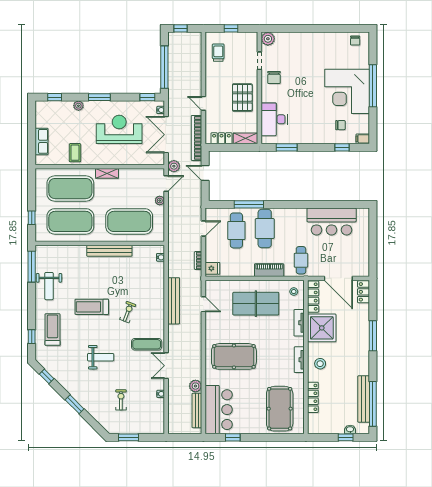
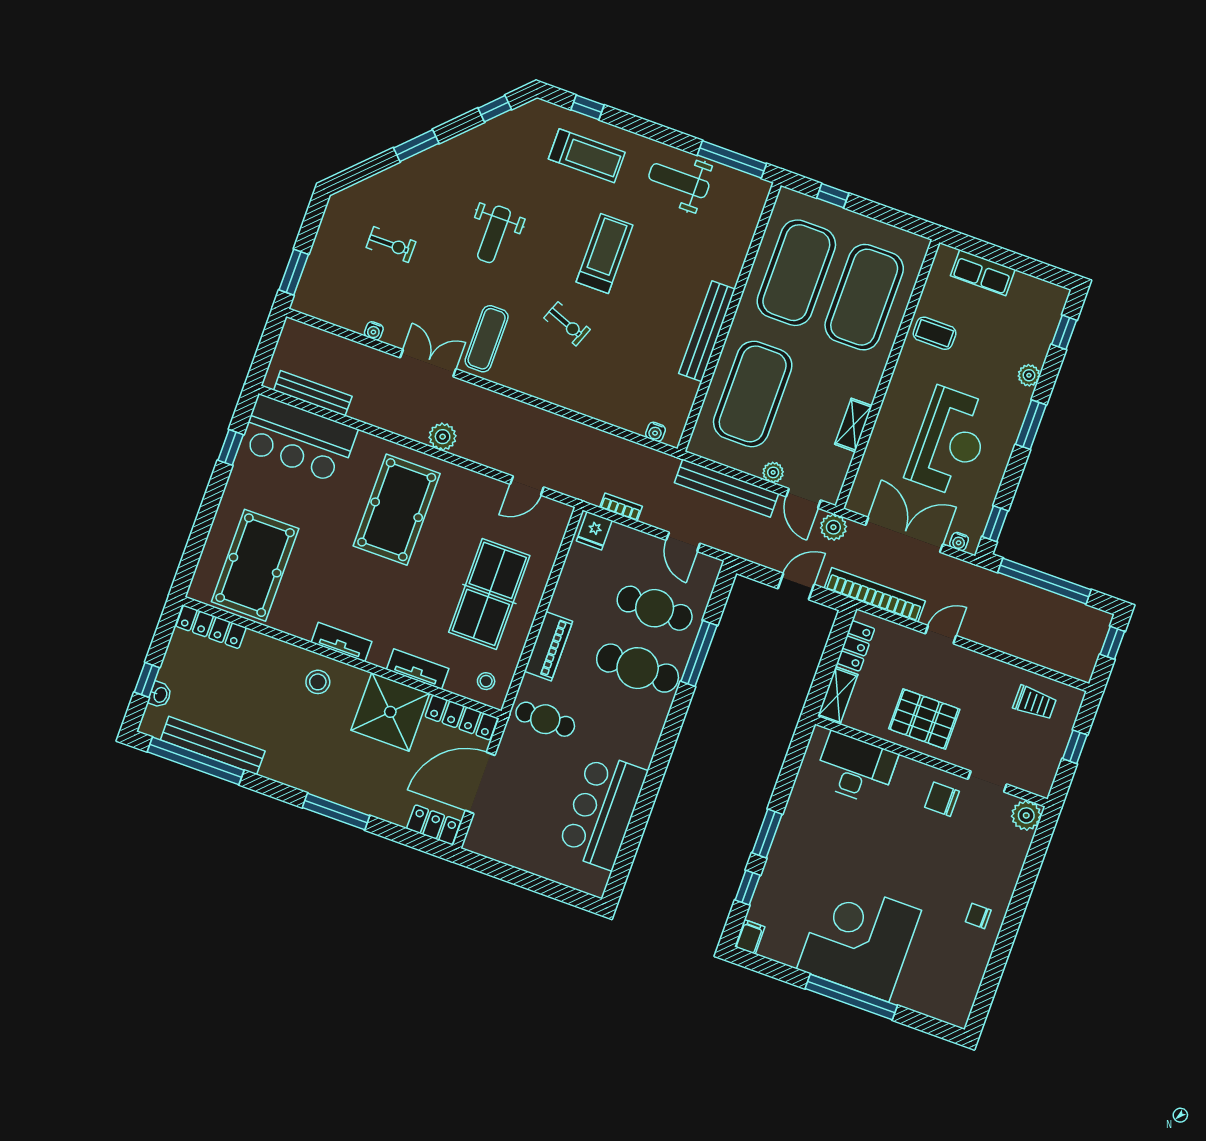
chair: (355, 41) -> (978, 916), moved
chair: (340, 125) -> (794, 901), removed
window: (287, 147) -> (767, 833), moved
shelving: (107, 173) -> (853, 425), moved
bench: (174, 301) -> (727, 488), moved
plant: (195, 386) -> (443, 437), moved
locker: (313, 397) -> (211, 627), moved
pool table: (280, 409) -> (255, 565), turned 90
window: (128, 437) -> (294, 272), moved

